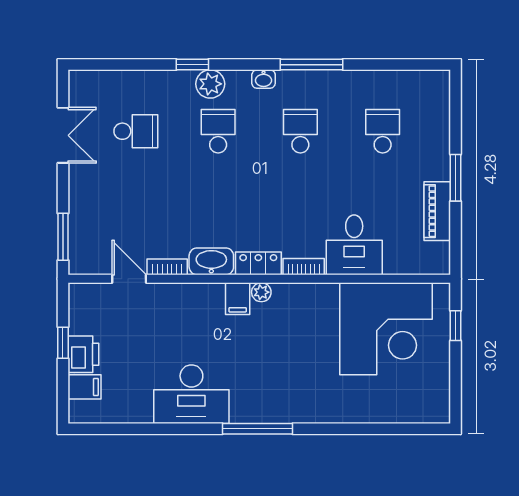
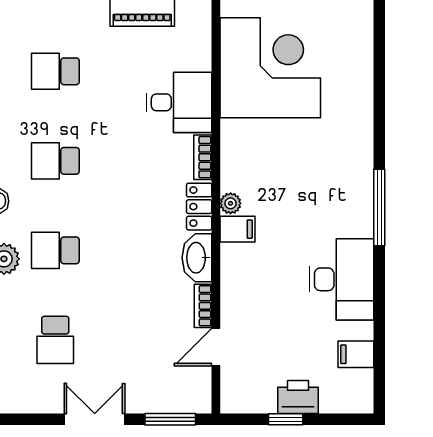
school desk: (136, 131) -> (55, 340), turned 180
double door: (63, 135) -> (95, 419), moved
filing cabinet: (84, 387) -> (356, 354), moved, turned -90

